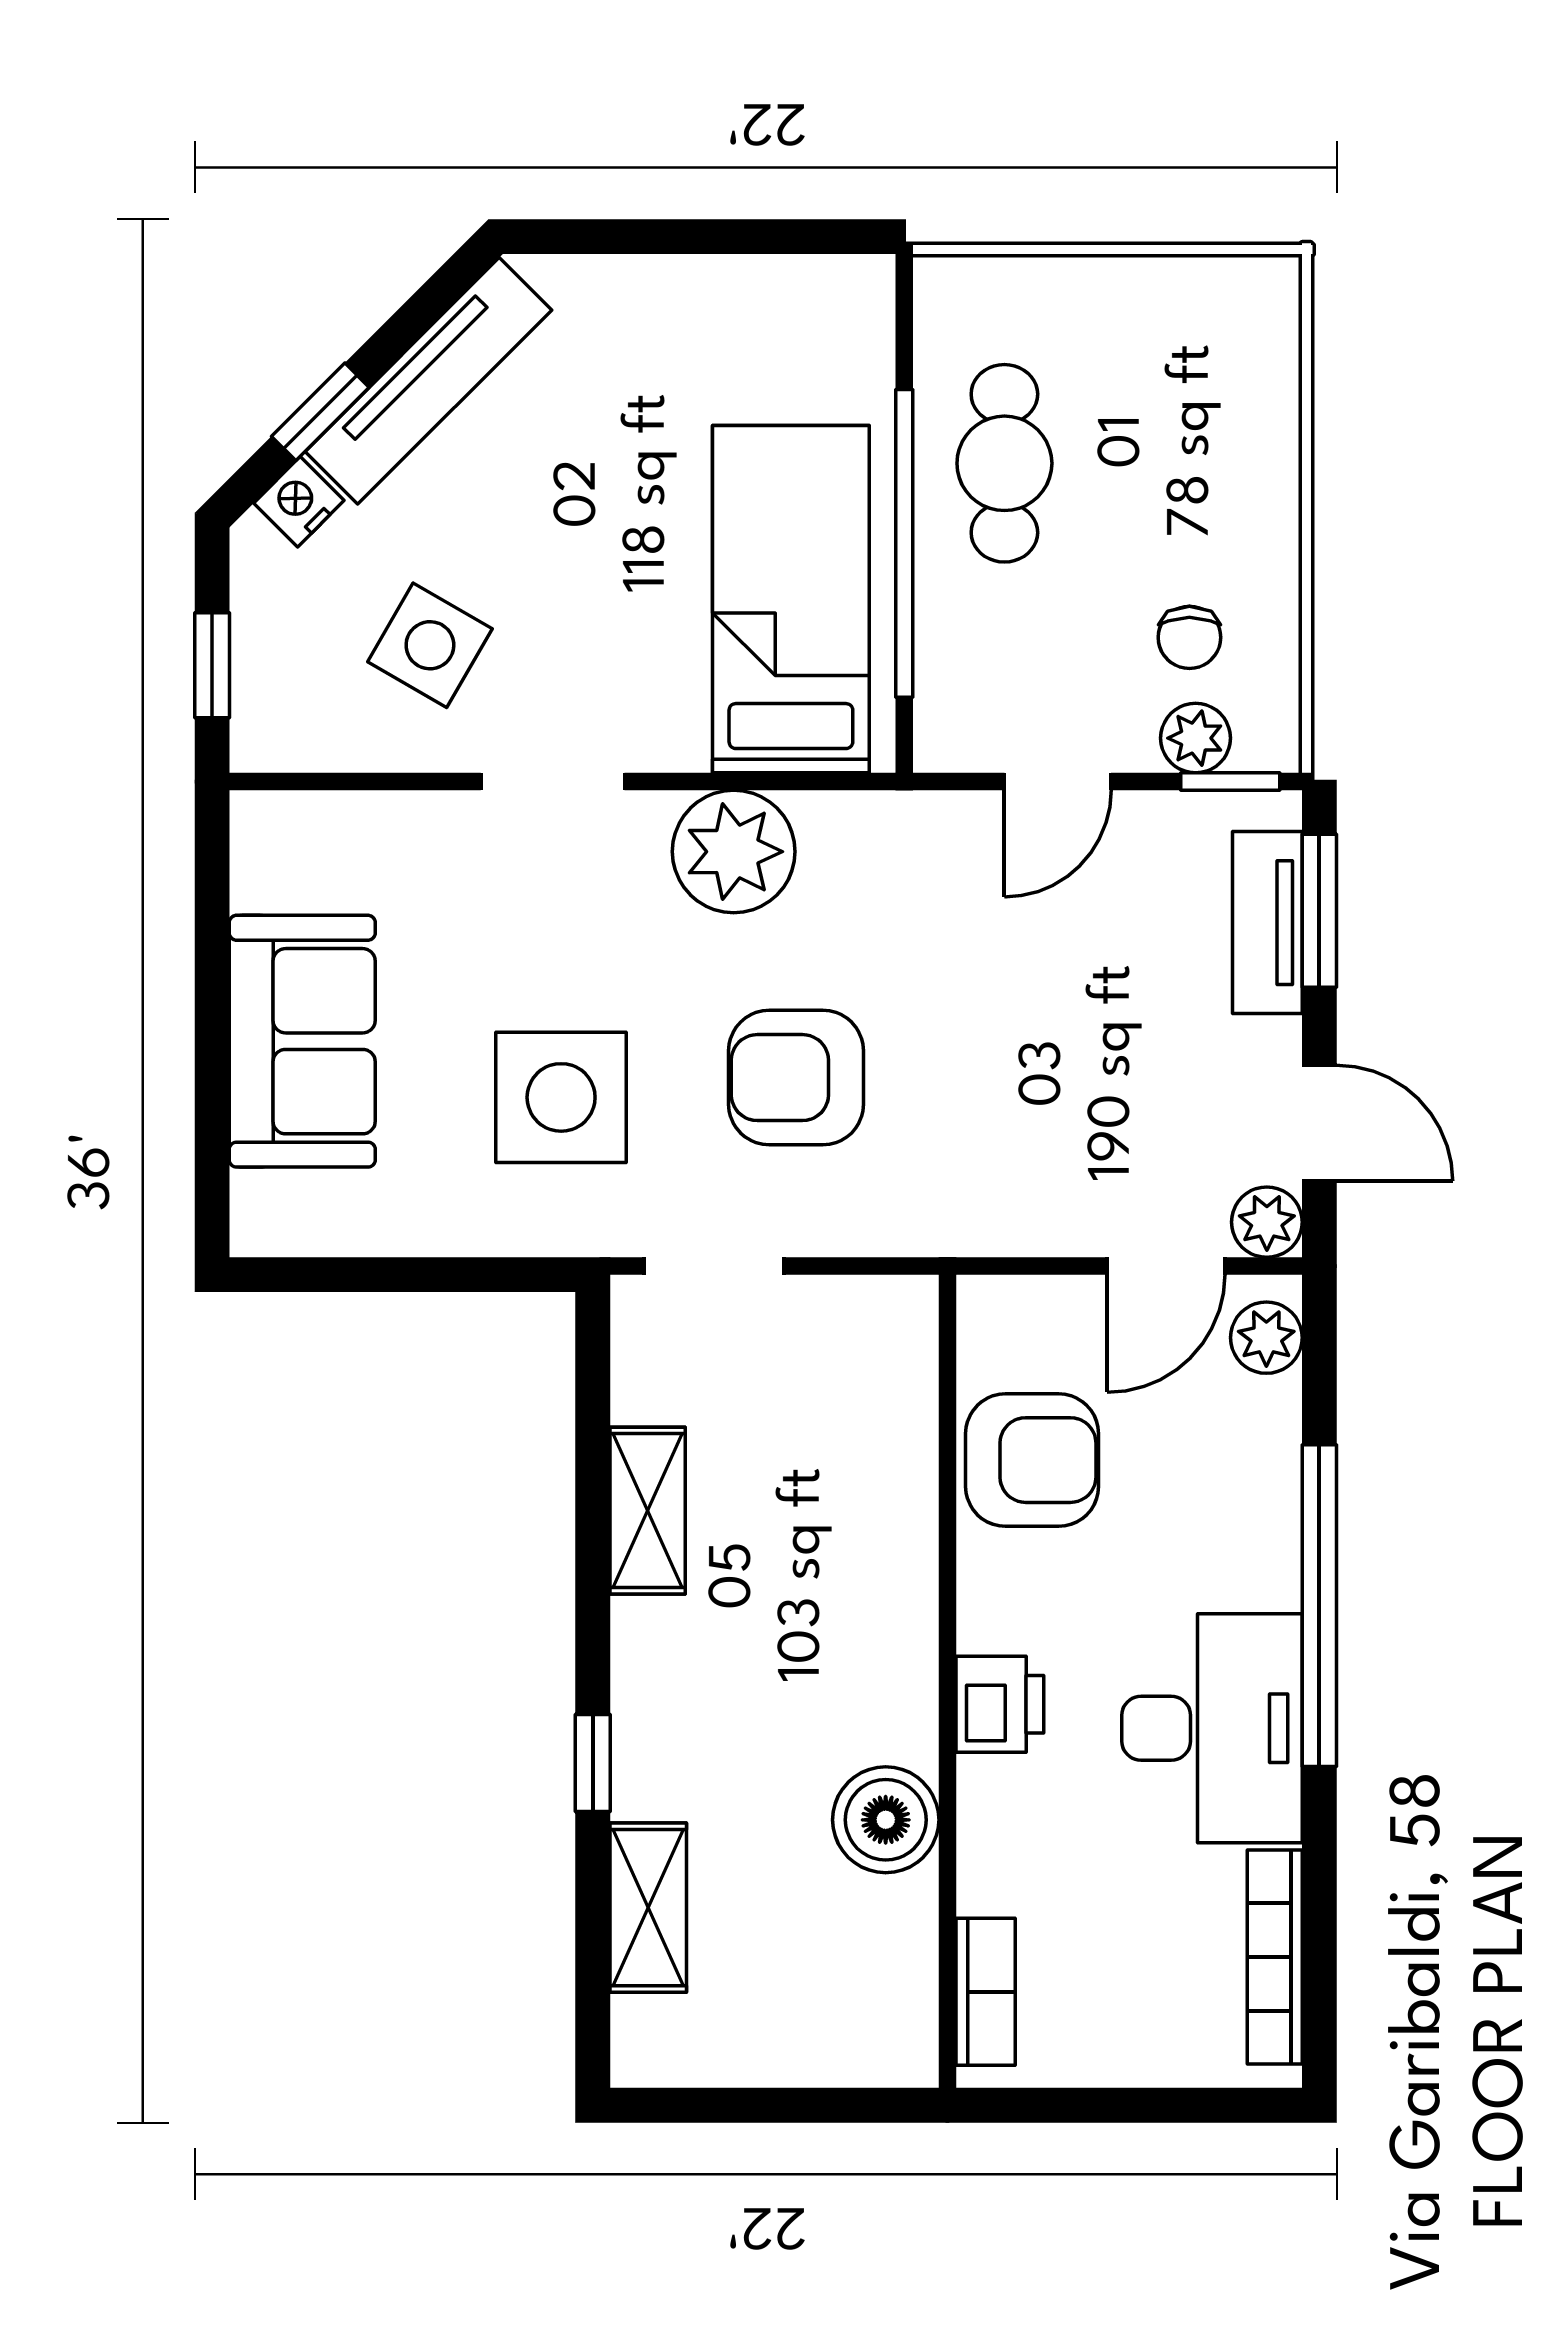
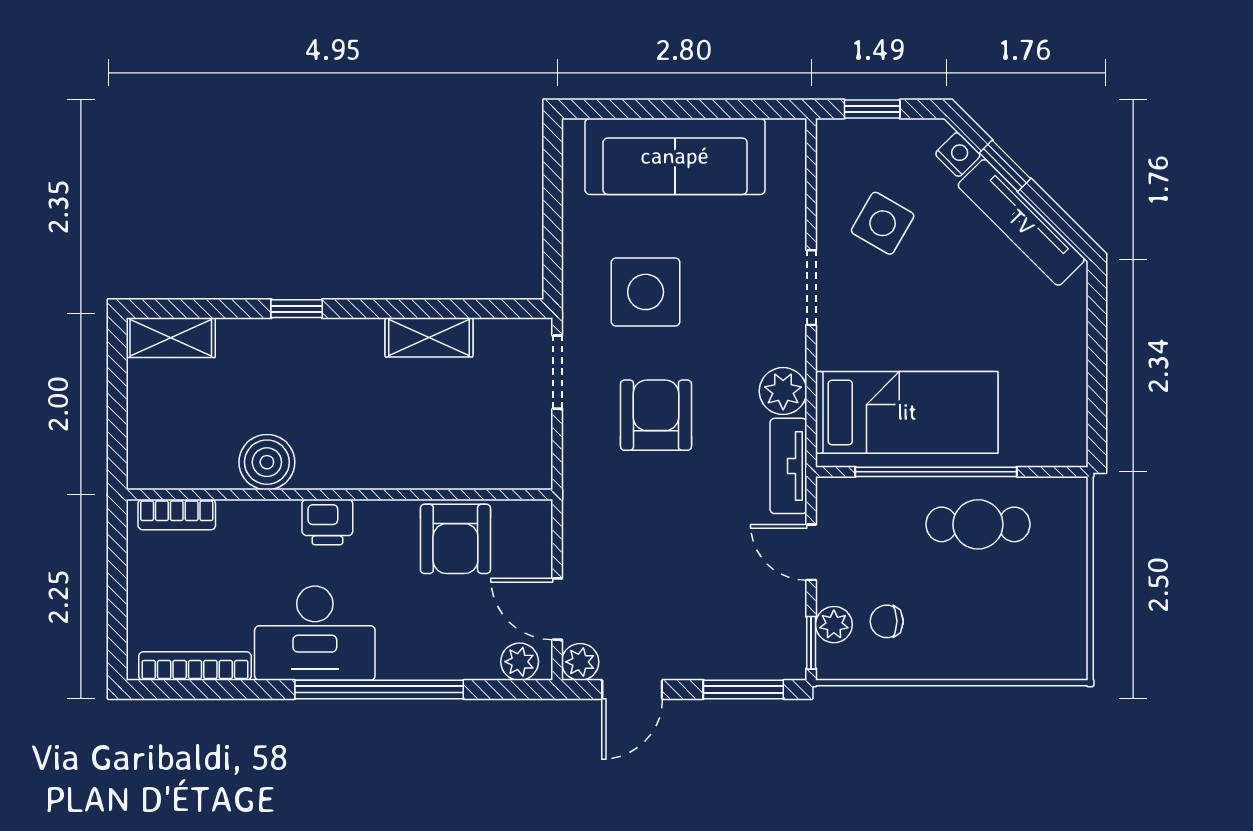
plant: (734, 852) -> (783, 391), width x0.73, depth x0.73
tv unit: (1267, 923) -> (788, 466), moved, turned -90
sofa: (302, 1041) -> (675, 156), width x1.36
shelving: (648, 1908) -> (171, 338), moved

